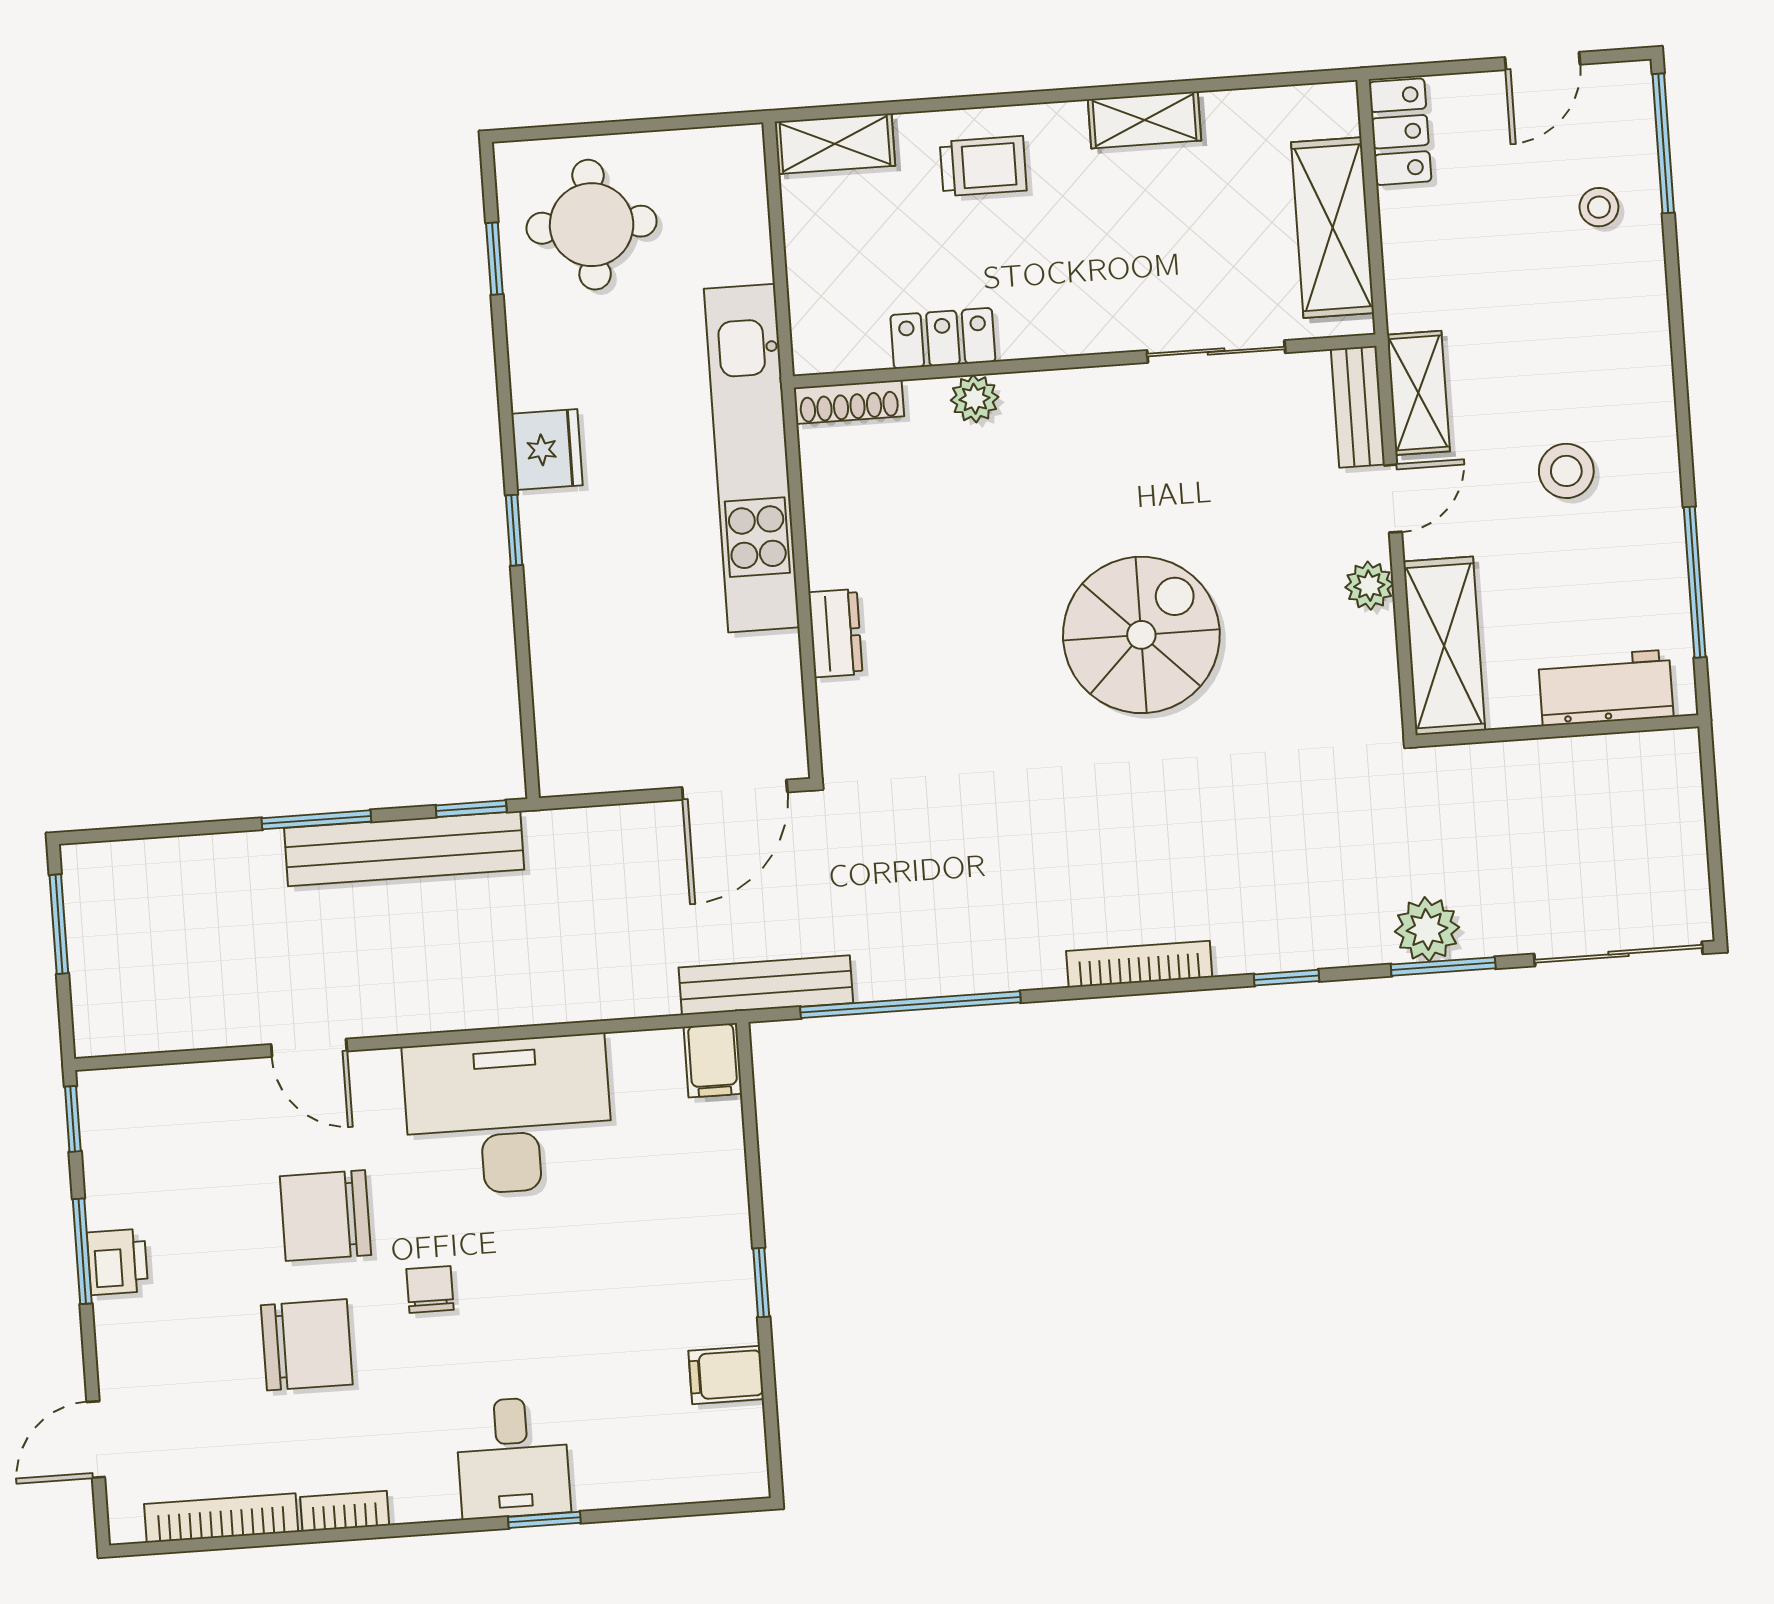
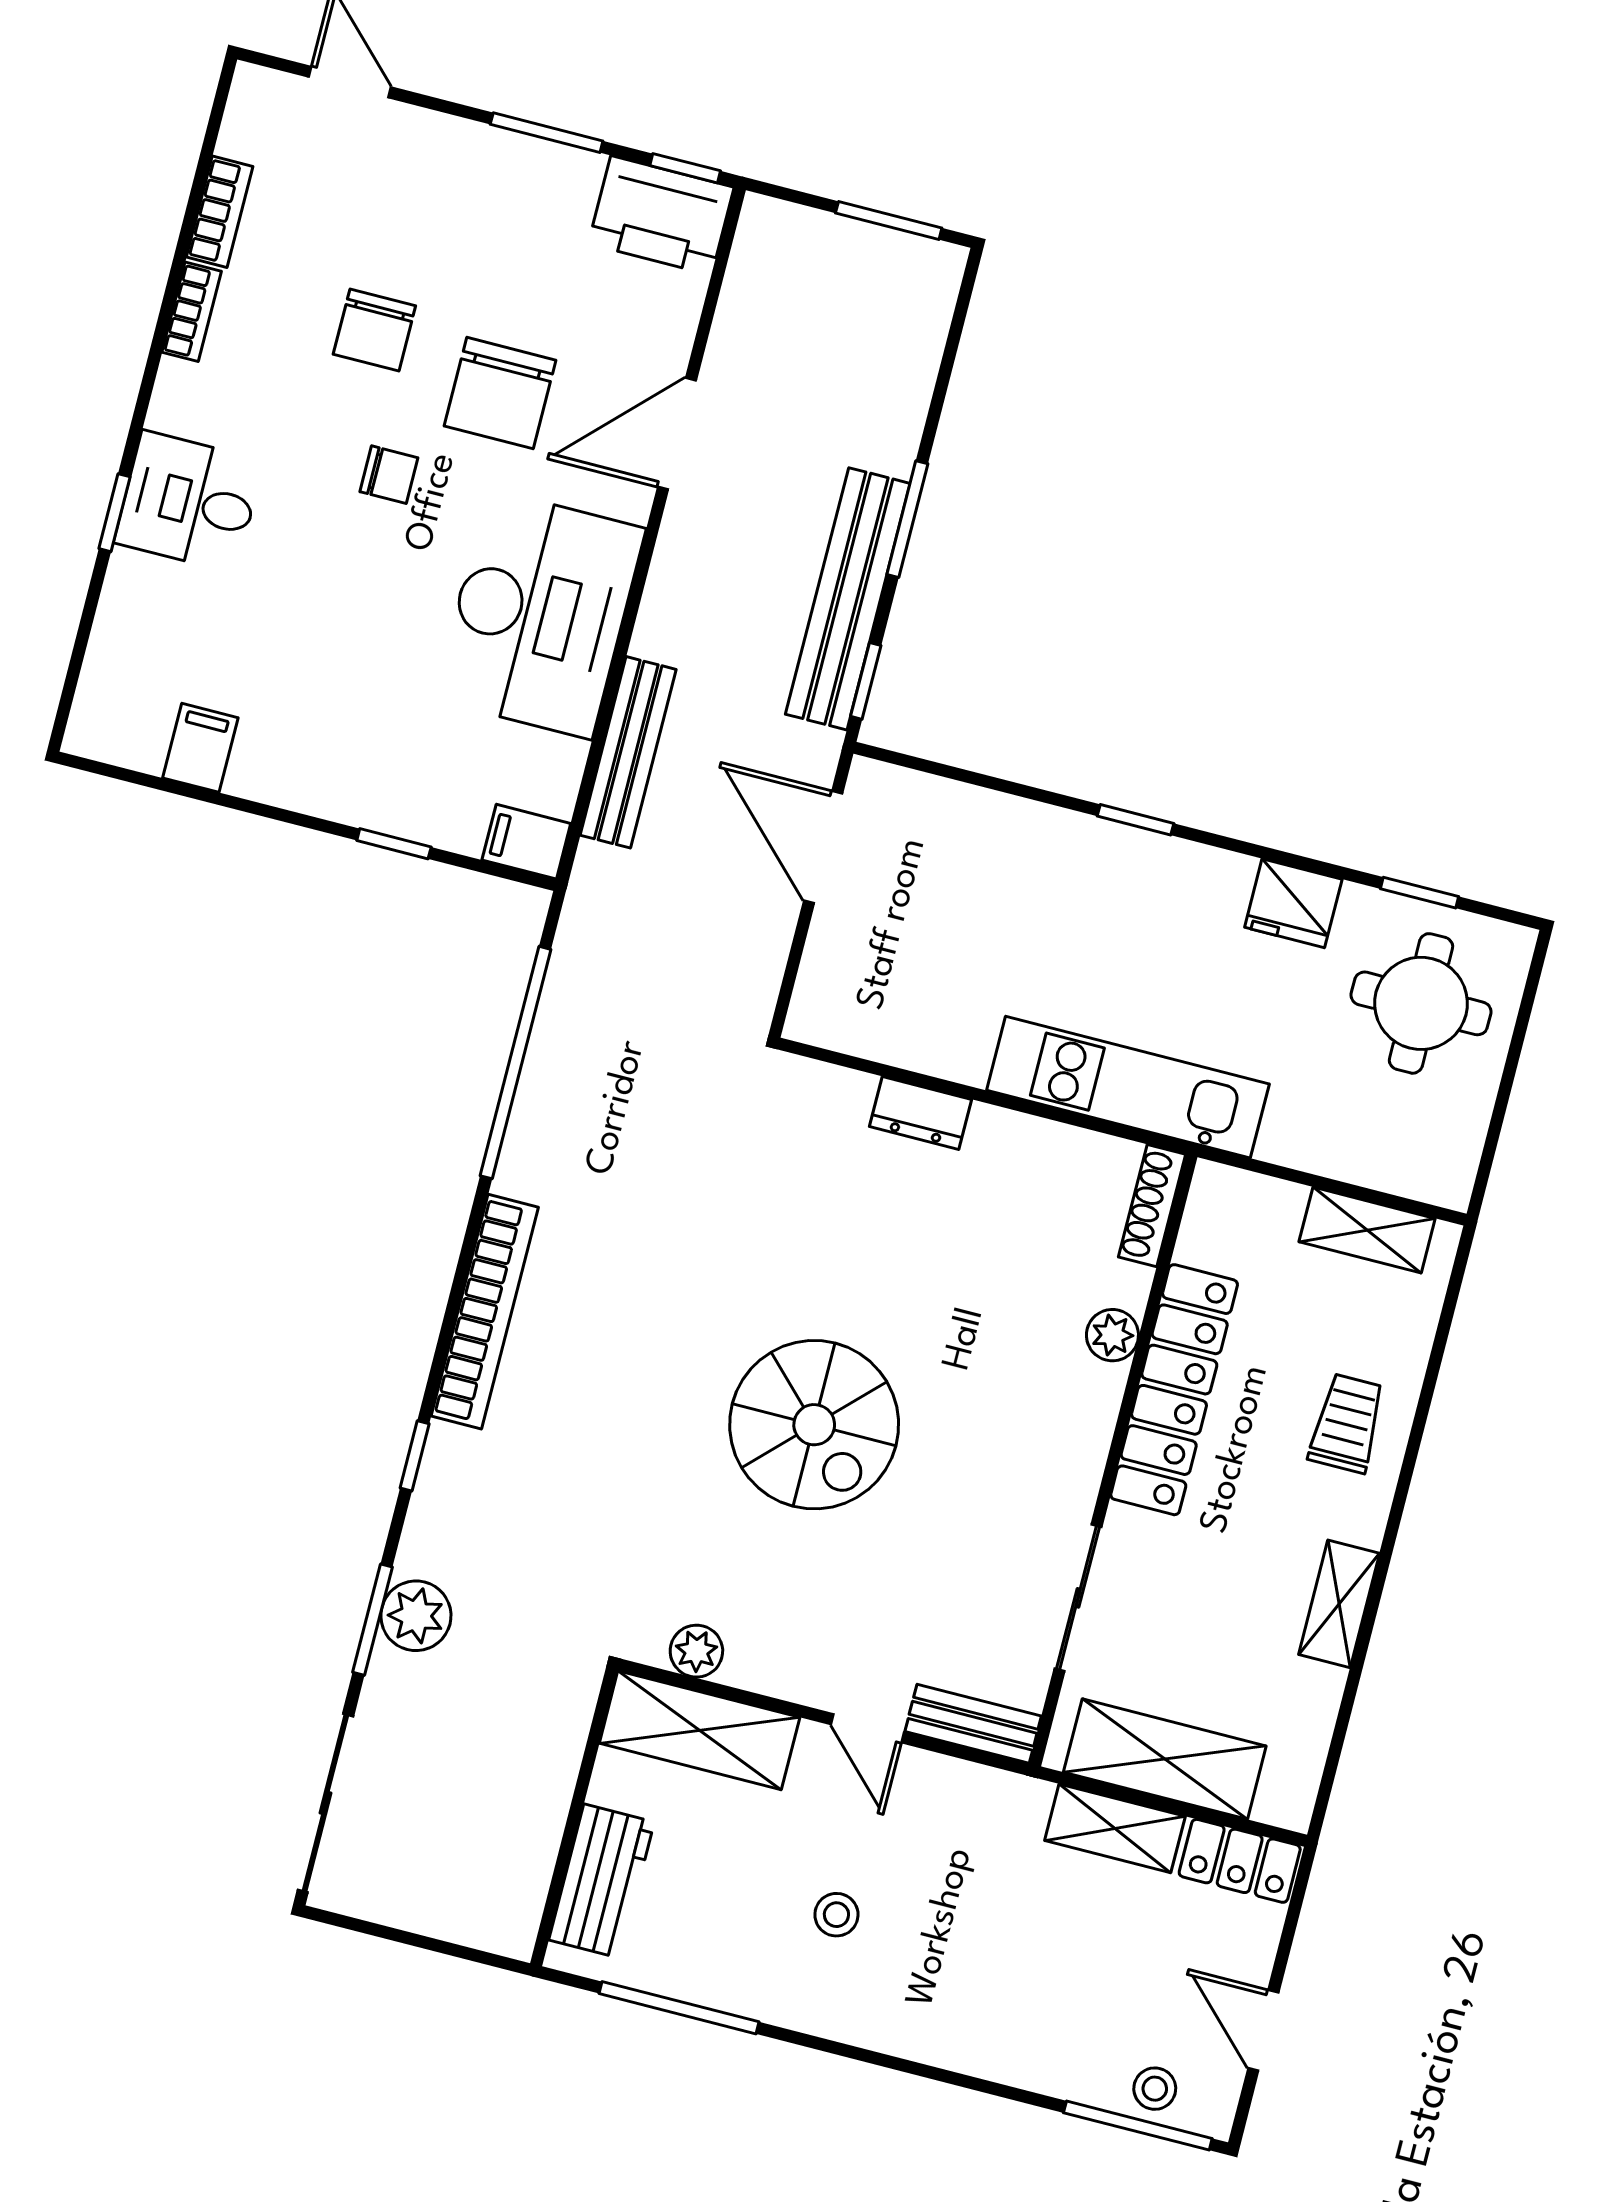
shelving: (835, 144) -> (1367, 1230), moved, turned 90
trolley: (983, 166) -> (1347, 1423), turned 180
stool: (1599, 207) -> (1155, 2089), moved
locker: (943, 338) -> (1174, 1390), width x2.16, depth x1.21
shelving: (1418, 393) -> (1115, 1828), moved
fridge: (547, 449) -> (1293, 903), moved
kitchen unit: (752, 458) -> (1128, 1087), width x0.73
stool: (1566, 471) -> (836, 1915), width x0.73, depth x0.73
plant: (1369, 586) -> (696, 1651), moved
door: (735, 790) -> (823, 847), moved
bookcase: (1139, 964) -> (485, 1312), width x1.48, depth x1.31
bench: (766, 985) -> (628, 752), moved
door: (309, 1048) -> (677, 434), width x1.38
chair: (325, 1216) -> (500, 393), turned 180
printer: (117, 1262) -> (661, 215), moved, width x1.87, depth x1.48
window: (761, 1282) -> (394, 844), moved
chair: (307, 1345) -> (374, 330), width x0.73, depth x0.73
bookcase: (221, 1518) -> (220, 212), width x0.64

